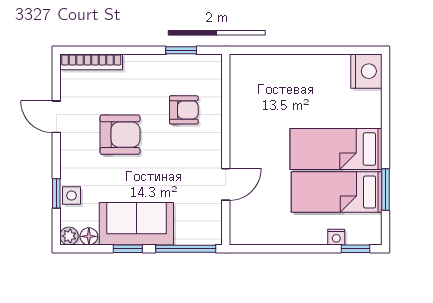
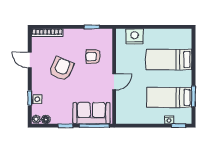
nightstand: (366, 71) -> (135, 36), moved, turned -90
armchair: (184, 110) -> (93, 57), turned 180
armchair: (120, 135) -> (61, 69), turned -67
bed: (336, 149) -> (169, 59), moved
door: (226, 184) -> (114, 82), moved
sofa: (136, 224) -> (91, 113), moved

